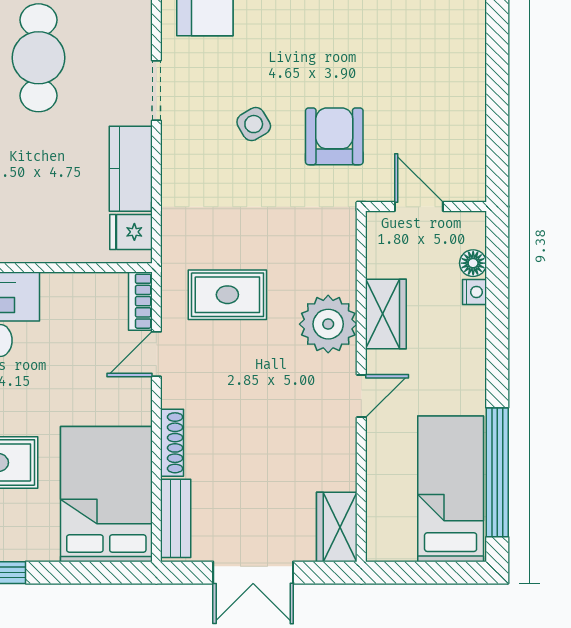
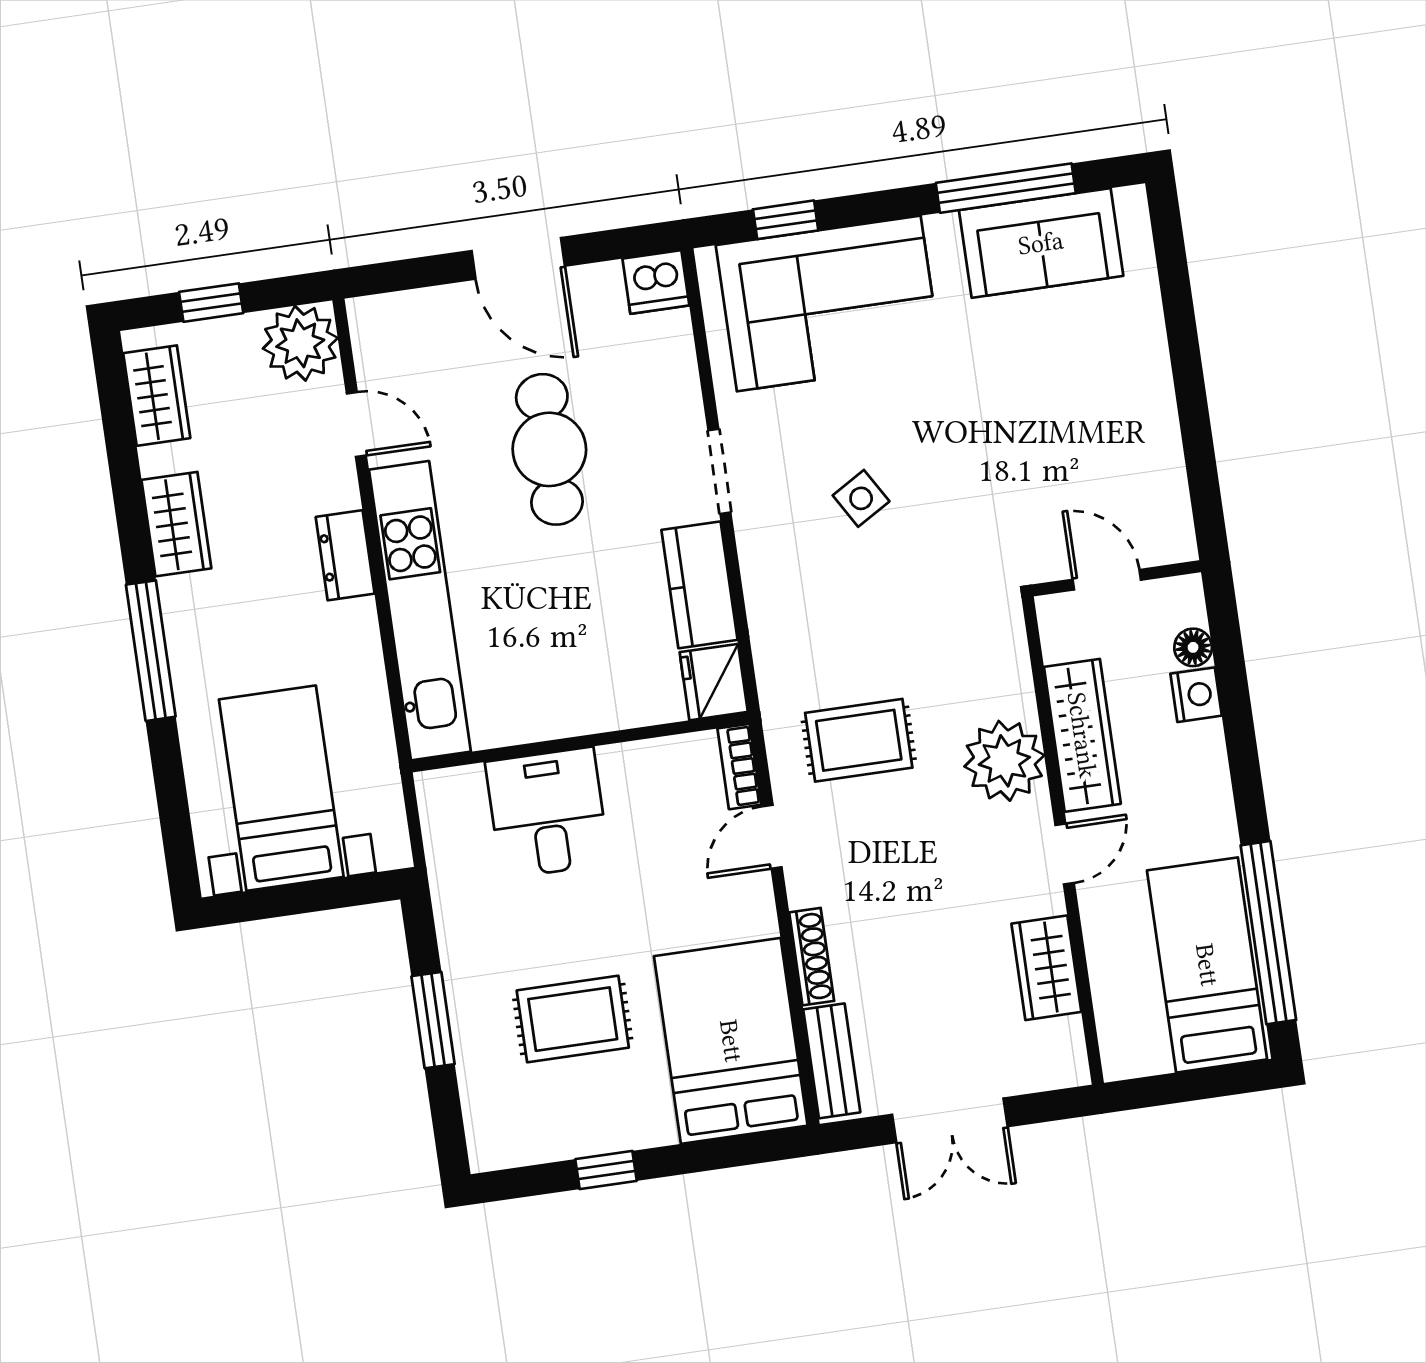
armchair: (334, 136) -> (975, 499), removed
fridge: (131, 232) -> (714, 682), width x1.38
nightstand: (475, 292) -> (1196, 695), width x1.39, depth x1.35
wardrobe: (386, 314) -> (1082, 735), width x1.50
wardrobe: (337, 527) -> (1046, 968), moved

